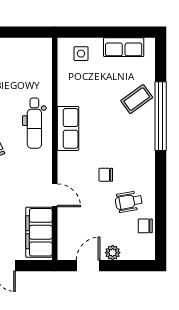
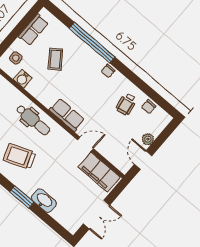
water cooler: (66, 78) -> (23, 79), added
coffee table: (137, 99) -> (55, 59), moved
row of seats: (68, 128) -> (67, 115), moved
chair: (106, 175) -> (108, 71), moved

